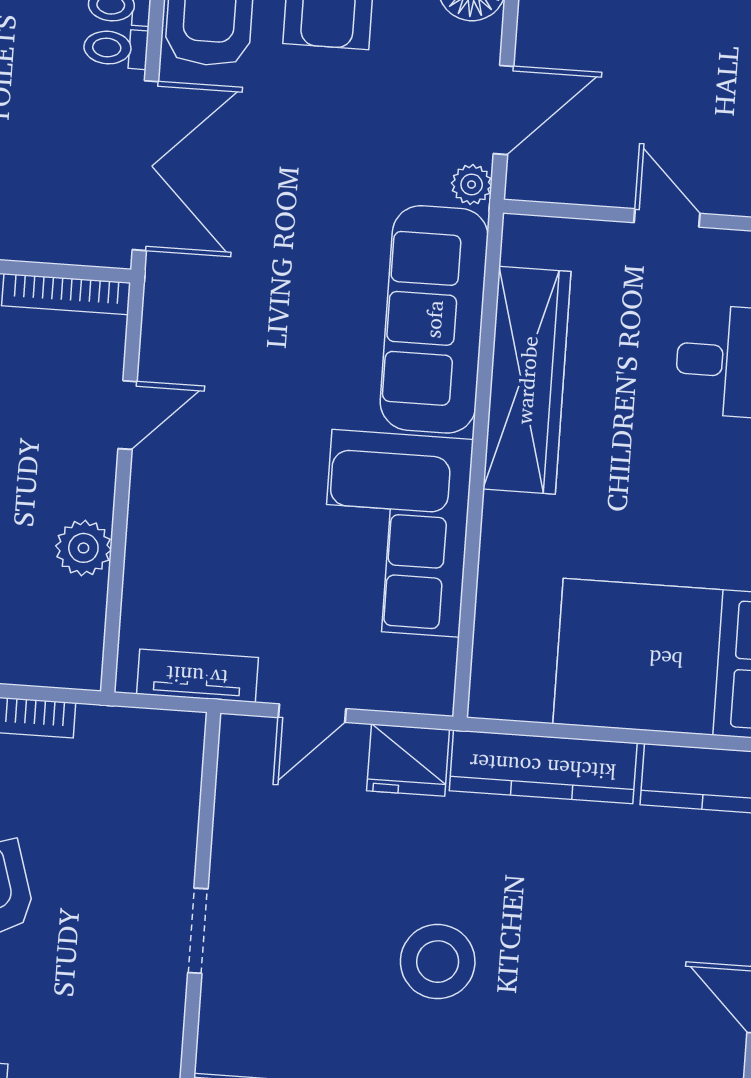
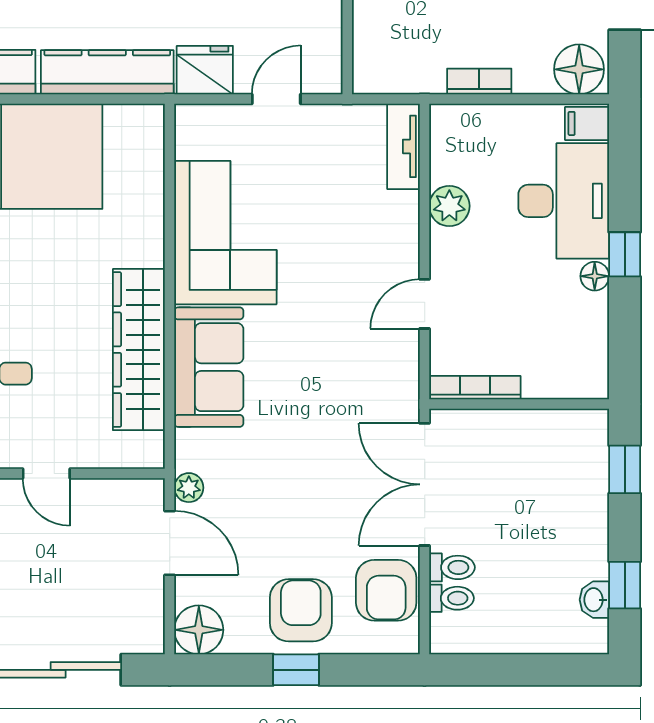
door: (504, 110) -> (170, 543), swing flipped
sofa: (434, 319) -> (209, 367), width x0.73
tv unit: (197, 676) -> (404, 146), moved, turned 90

